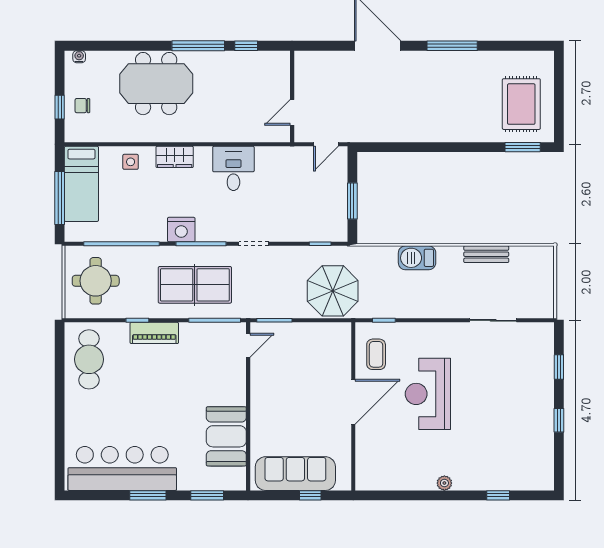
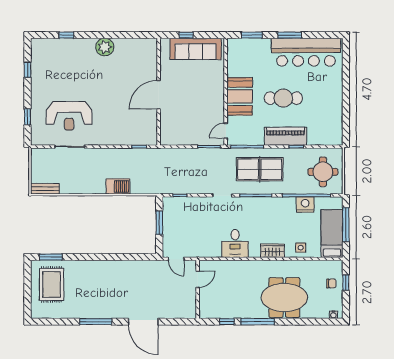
door: (326, 144) -> (176, 259), swing flipped
nightstand: (181, 230) -> (305, 204), moved
bench: (486, 254) -> (45, 189), moved
parasol: (333, 291) -> (172, 165), removed
piano: (154, 333) -> (285, 136), width x1.37, depth x1.33
coffee table: (376, 354) -> (144, 125), removed
cafe table: (89, 359) -> (283, 98), moved, turned 90
reception desk: (428, 394) -> (69, 116), moved, turned 90
window: (559, 420) -> (28, 70), moved
booth: (226, 436) -> (240, 96), moved
plant: (444, 483) -> (105, 47), width x1.88, depth x1.88

